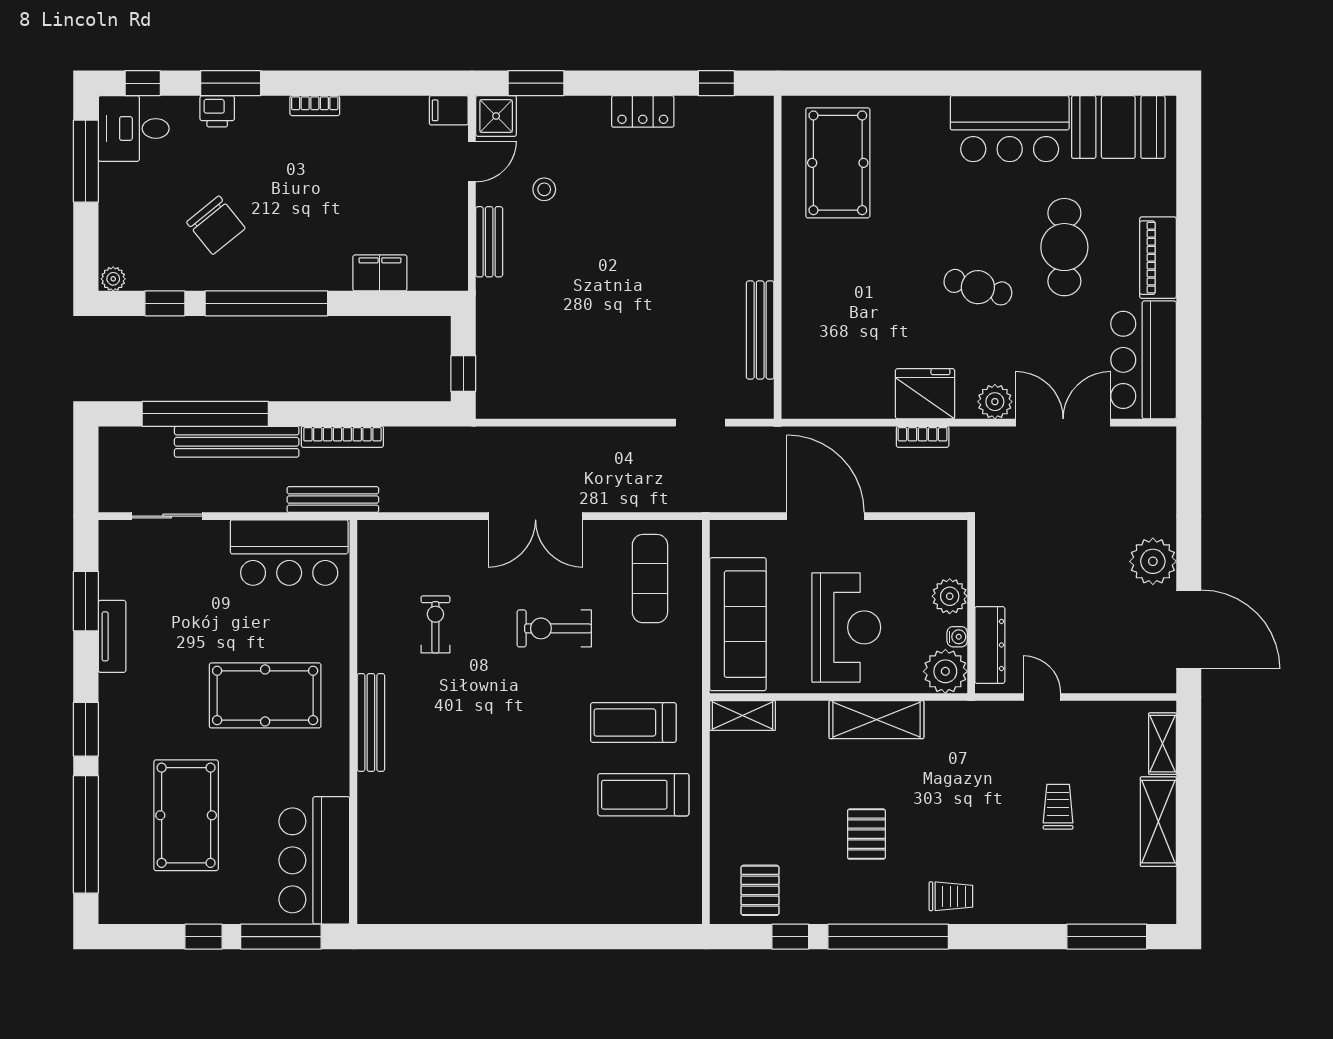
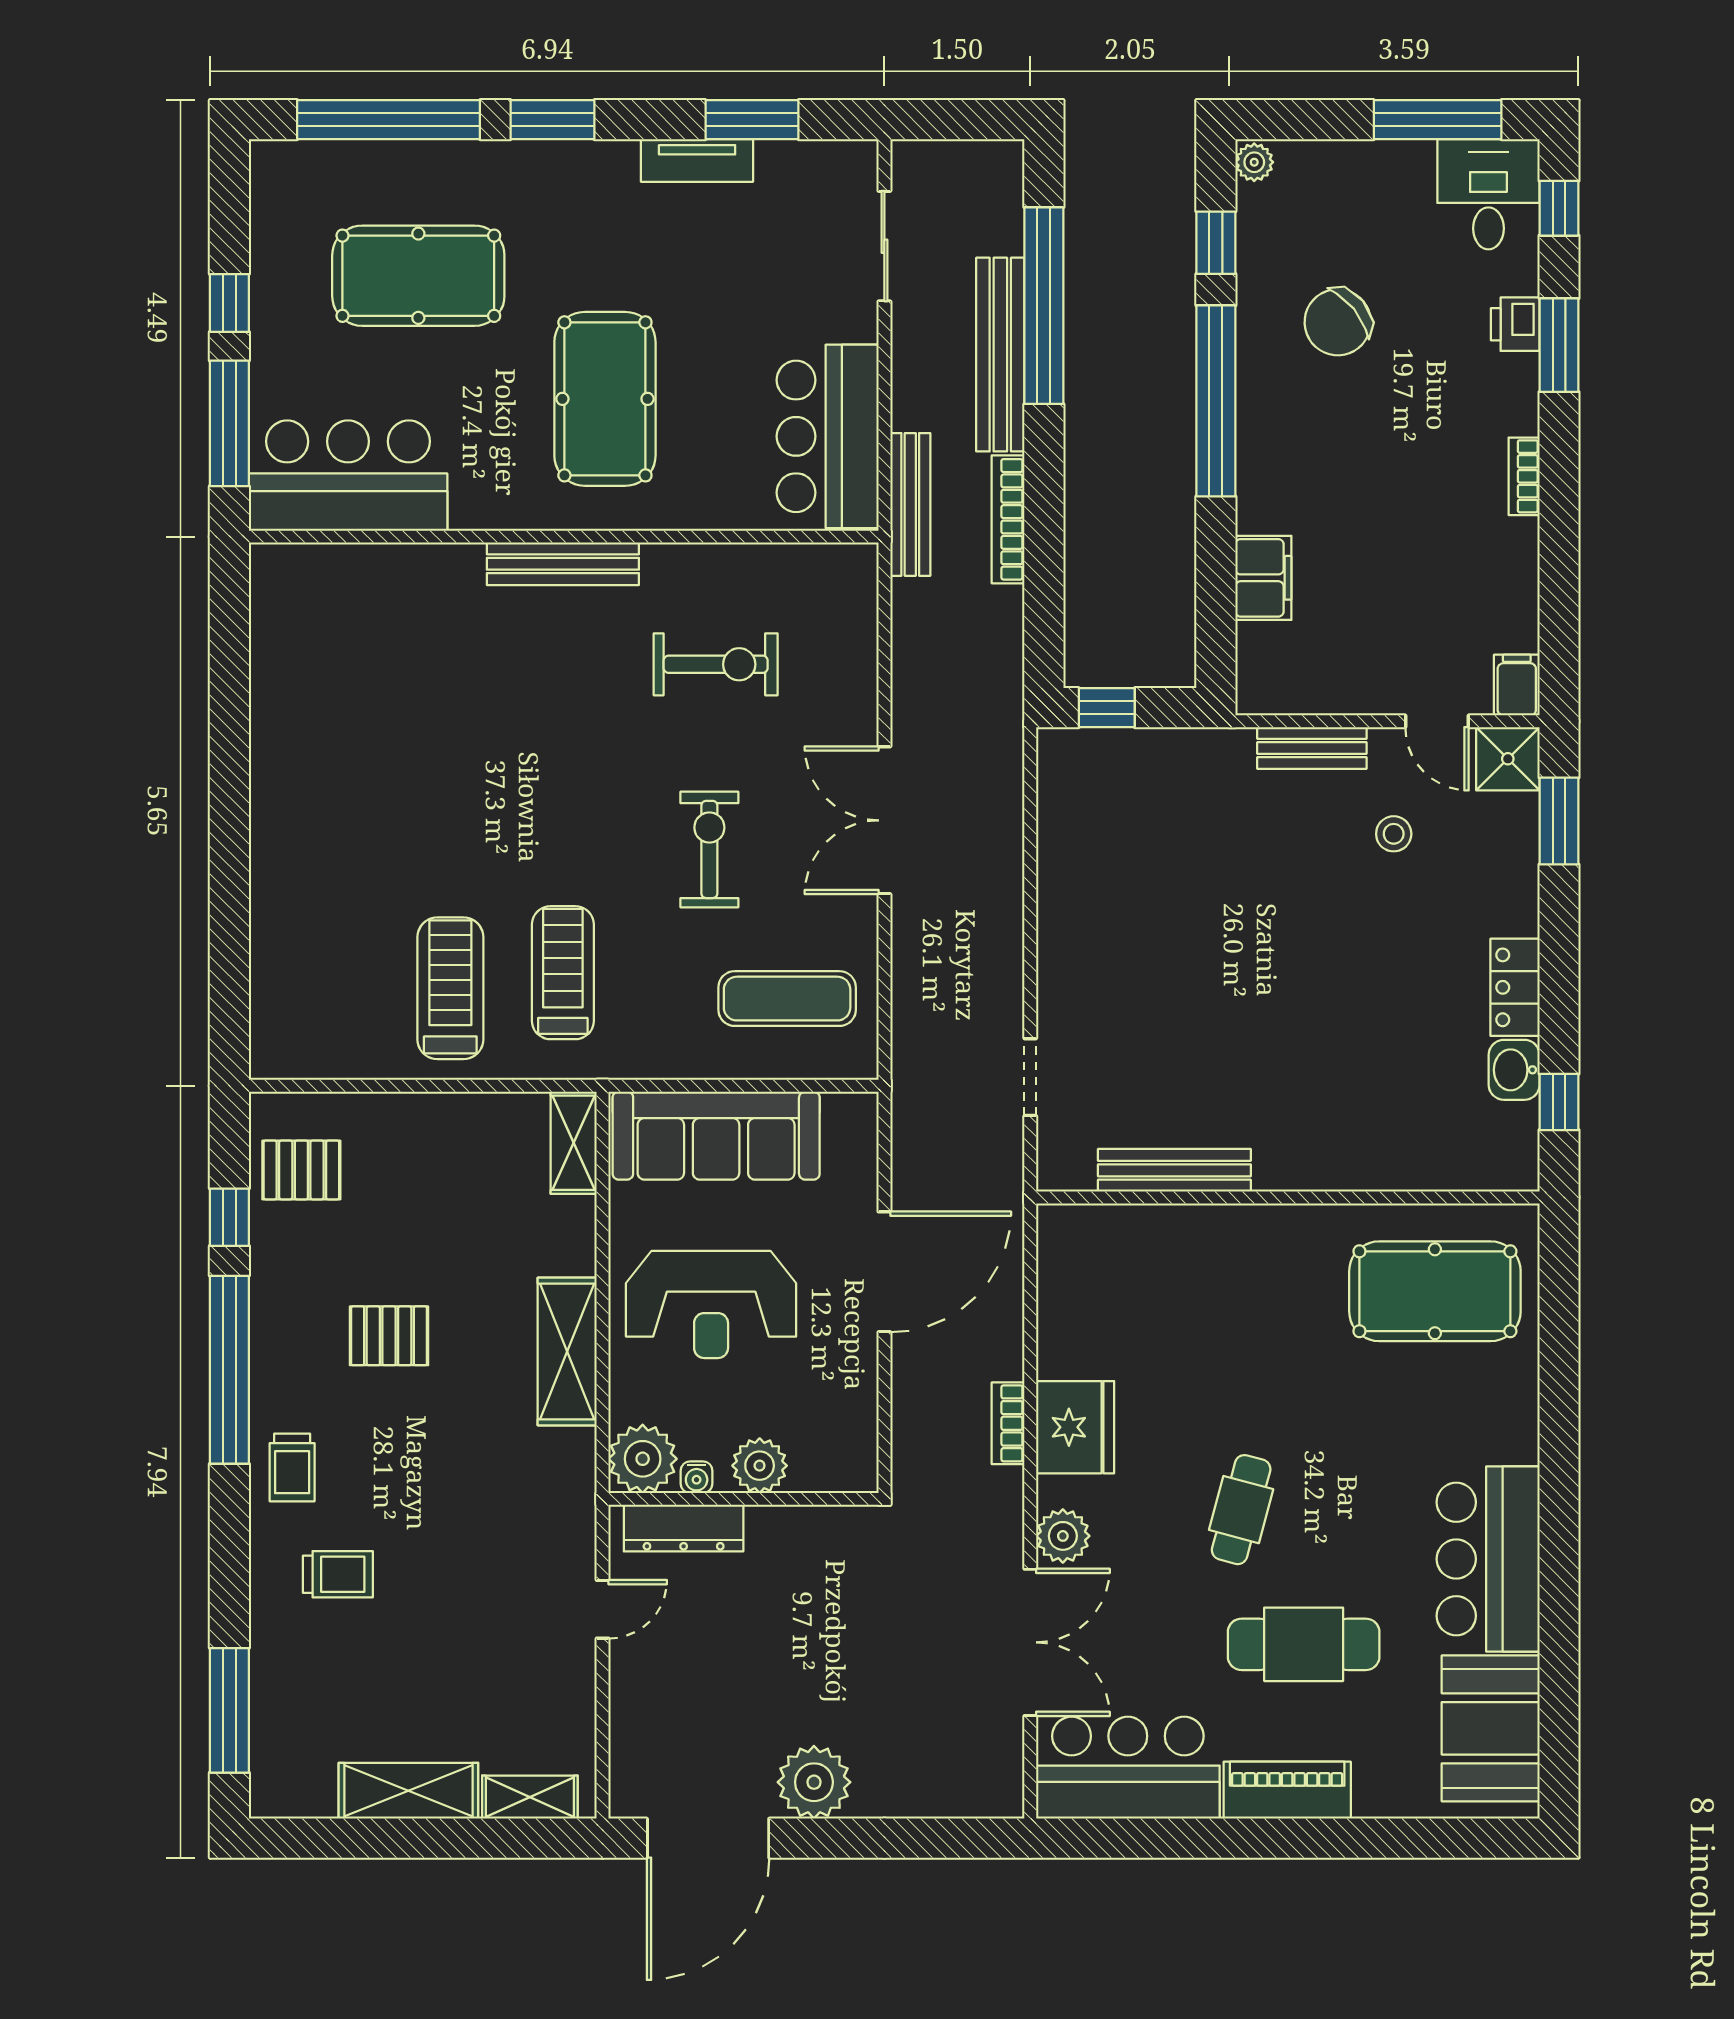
washbasin: (696, 112) -> (1514, 1070), added
exercise bike: (435, 624) -> (716, 664), width x1.38, depth x1.39
trolley: (1058, 807) -> (338, 1574), moved

